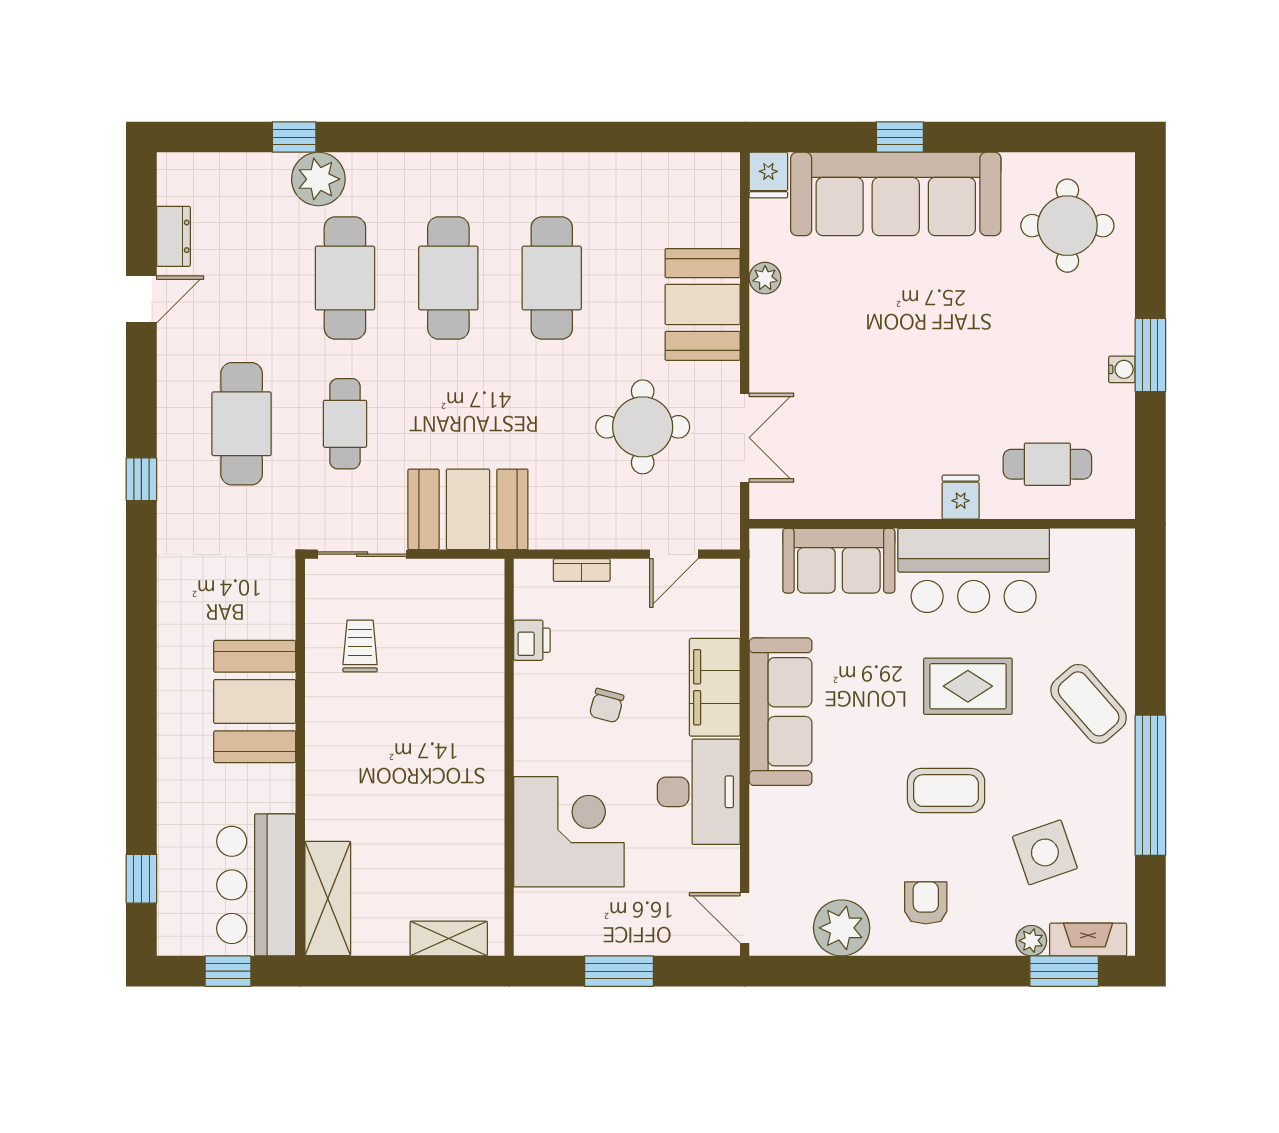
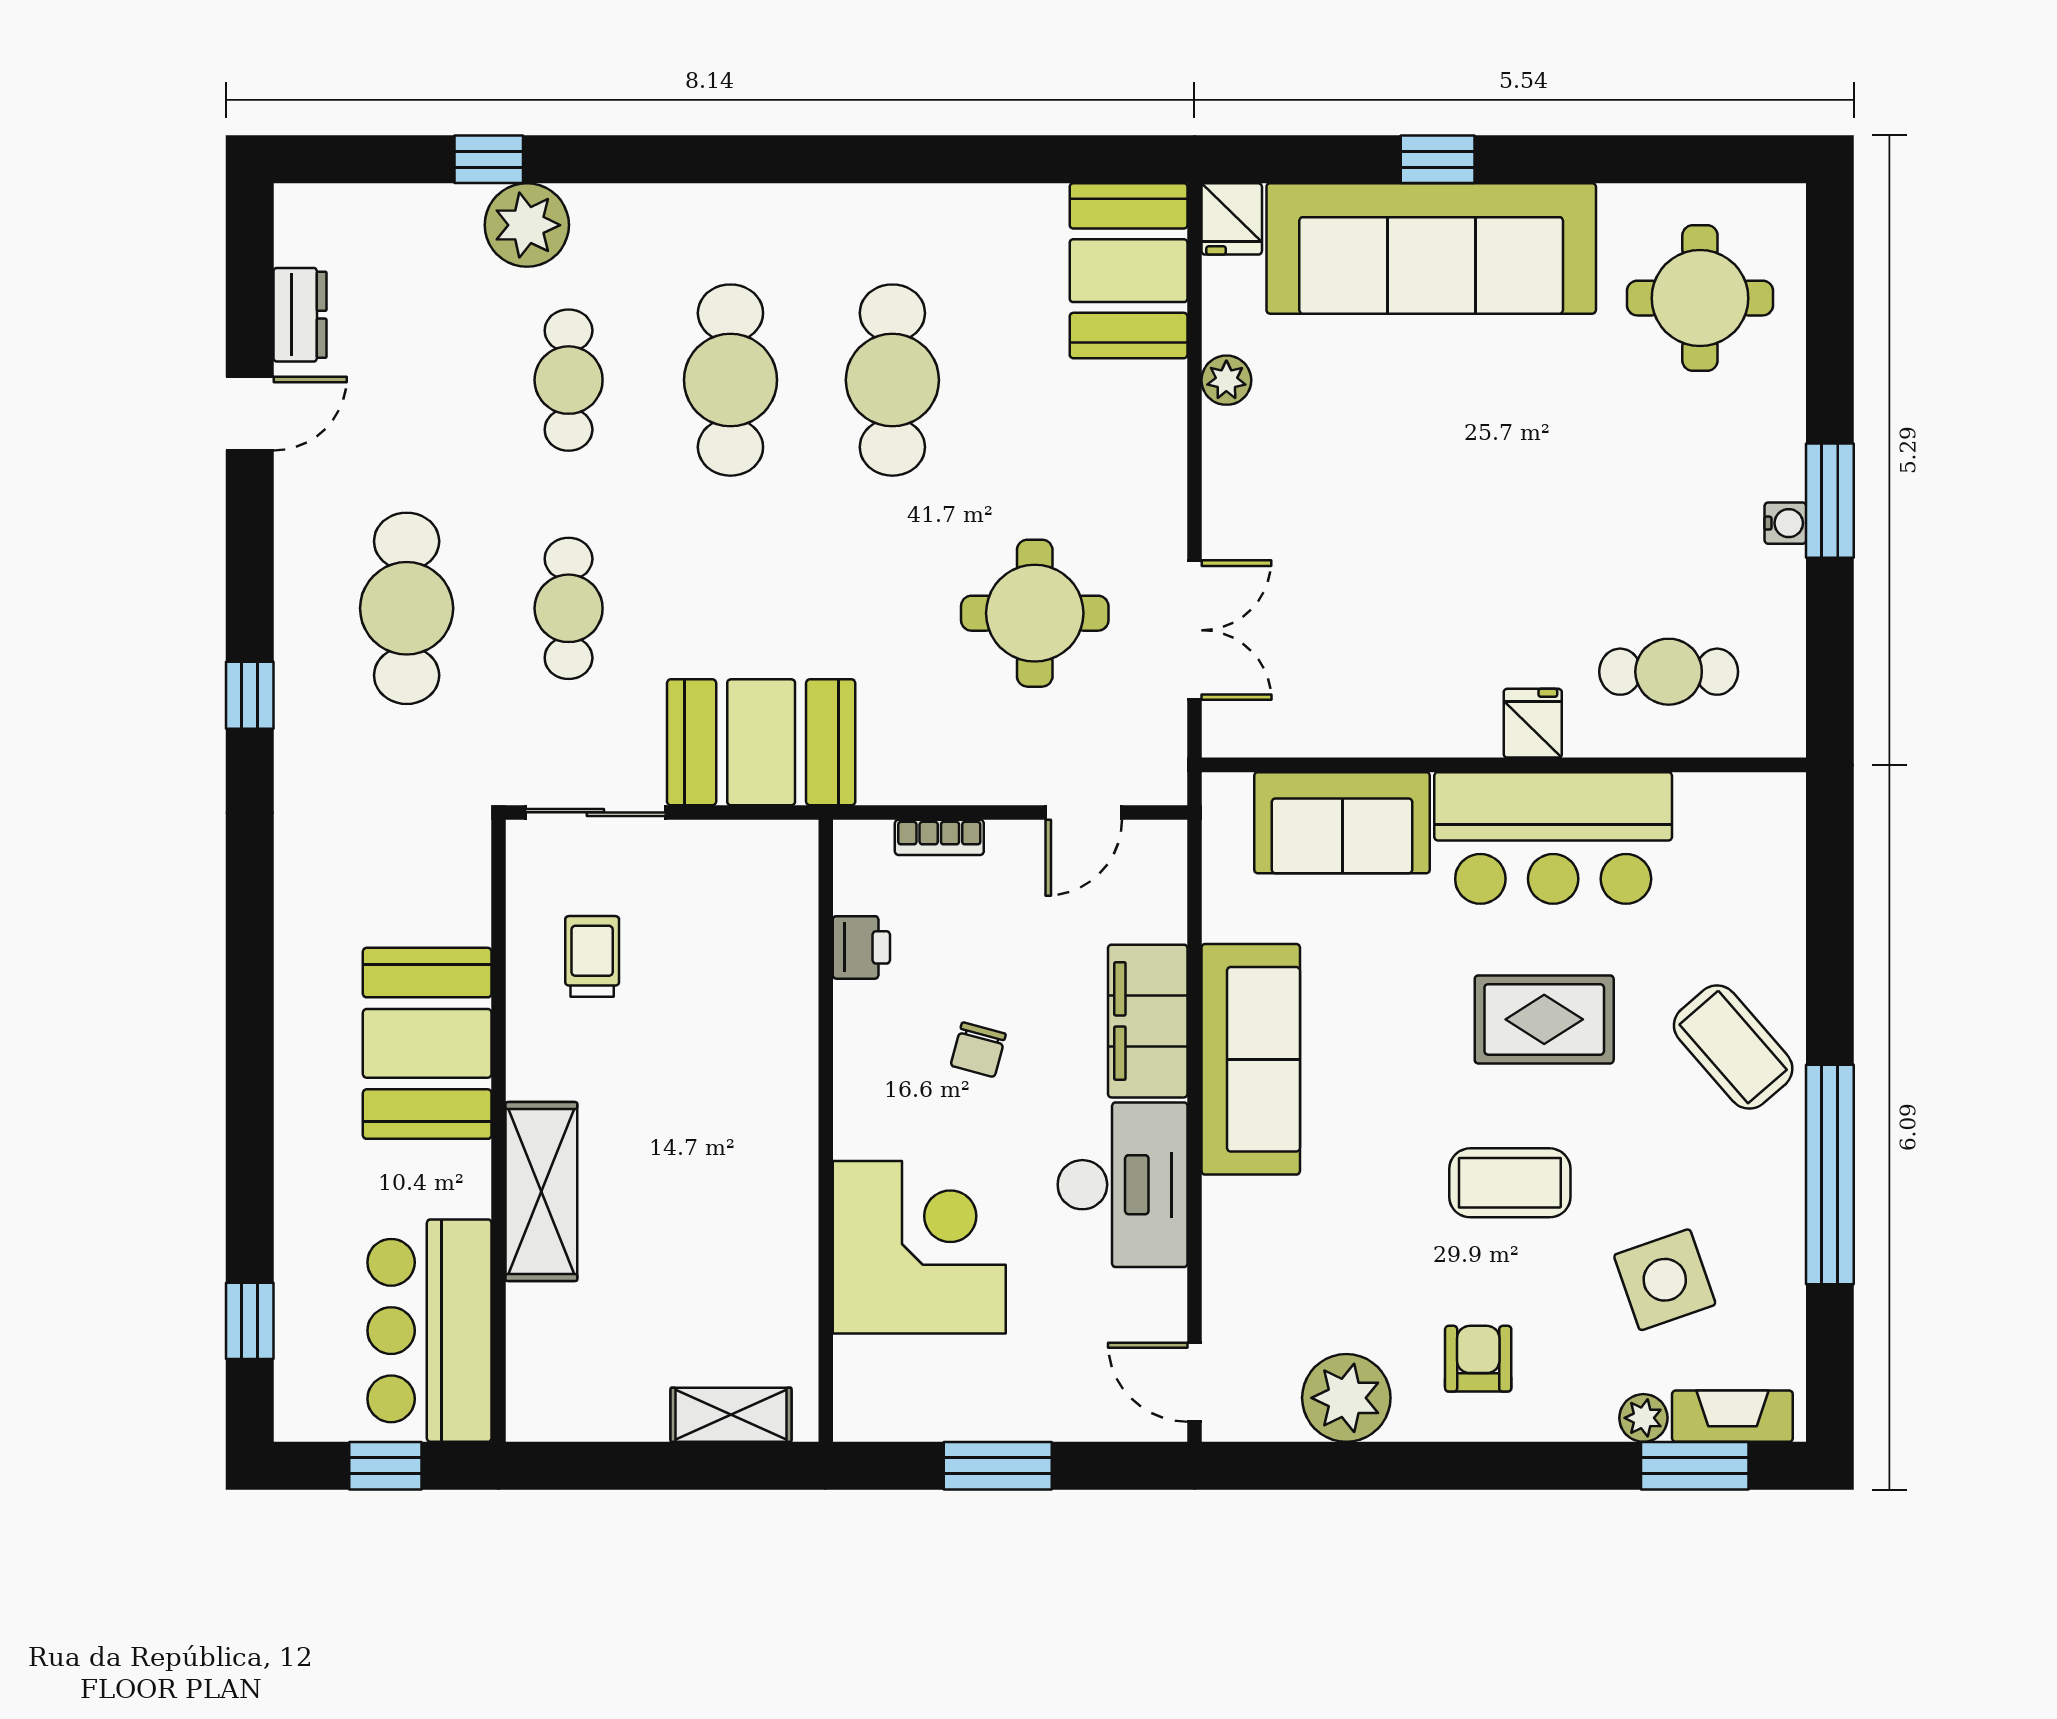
cafe table: (345, 278) -> (569, 380), width x0.73, depth x0.74
booth: (703, 304) -> (1129, 271), moved
shelving: (328, 898) -> (541, 1192), moved

